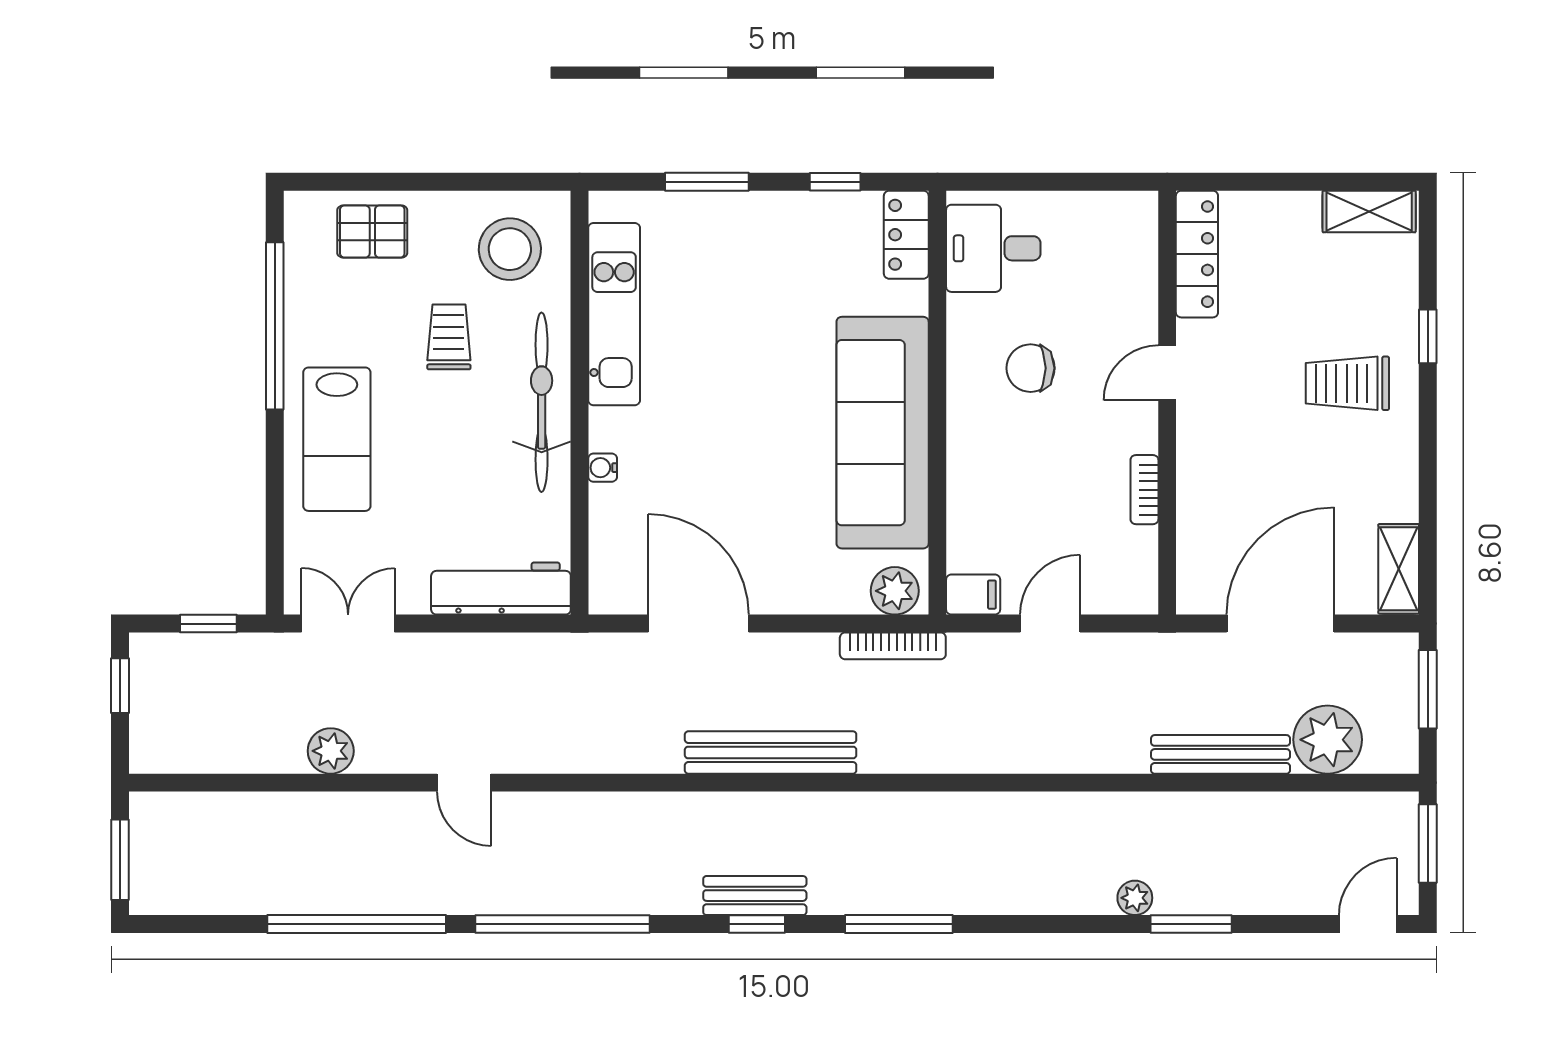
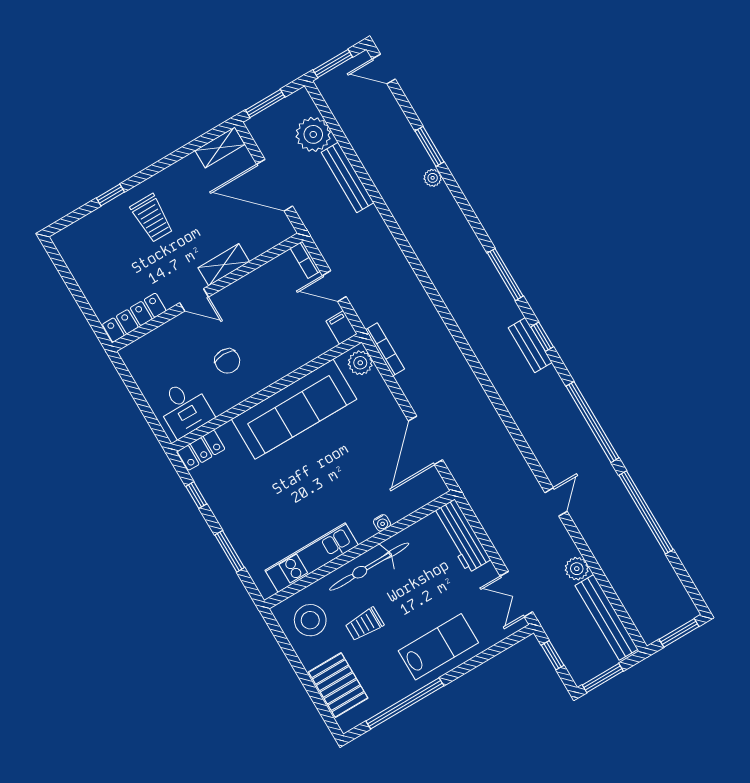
shelving: (1369, 212) -> (224, 265), moved, turned 90
pallet: (372, 232) -> (338, 685), width x1.50, depth x1.42
bookcase: (1144, 490) -> (305, 260), moved, turned 90
window: (120, 686) -> (603, 678), width x1.50
bench: (771, 752) -> (606, 617), moved

